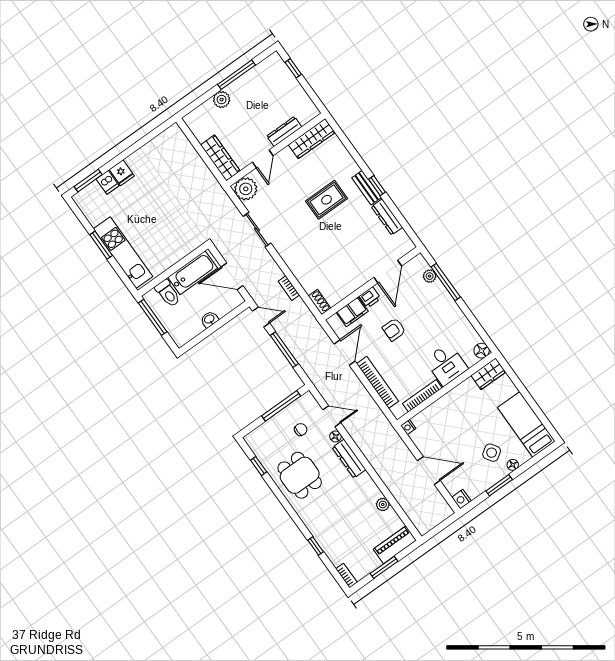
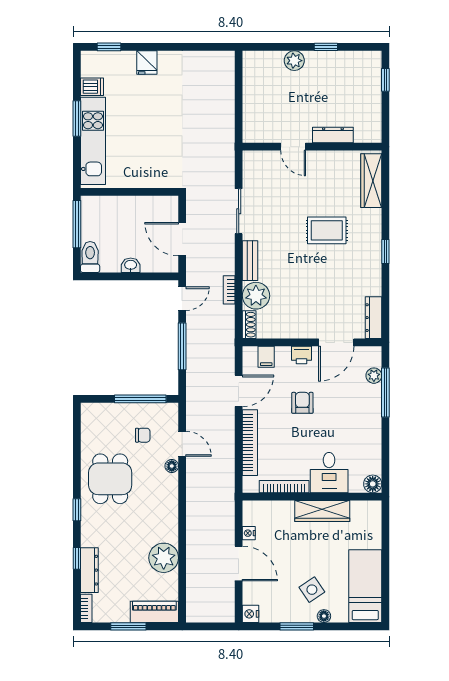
window: (236, 75) -> (326, 47), width x0.46
wardrobe: (312, 139) -> (371, 181), moved, turned 90
wardrobe: (220, 158) -> (253, 116), removed
door: (263, 159) -> (293, 147), hinge flipped
window: (88, 181) -> (109, 47), width x0.67
dishwasher: (108, 182) -> (92, 87), moved, turned -90
bench: (367, 188) -> (250, 261), moved
plant: (246, 189) -> (256, 296), moved
dresser: (387, 217) -> (373, 318), moved
bathtub: (193, 273) -> (146, 208), removed
toilet: (168, 293) -> (90, 257), moved, turned 180
filing cabinet: (352, 312) -> (266, 357), width x0.50
door: (261, 317) -> (182, 299), hinge flipped
armchair: (394, 330) -> (302, 403), turned 90
wardrobe: (488, 374) -> (322, 511), moved, width x1.50
nightstand: (408, 427) -> (249, 533), moved
dresser: (349, 459) -> (89, 570), moved, turned 180
window: (259, 466) -> (77, 510), moved
plant: (383, 504) -> (164, 558), width x1.88, depth x1.88

